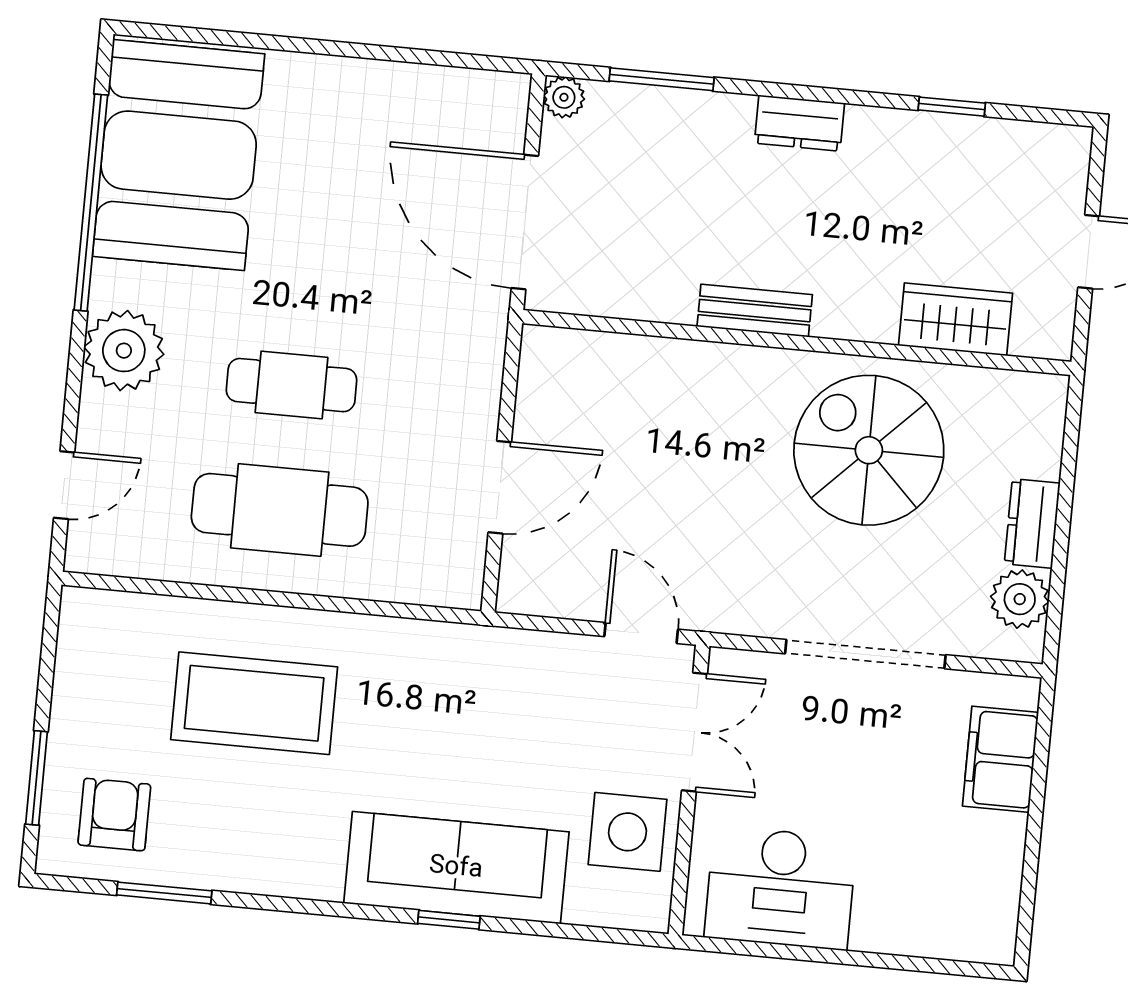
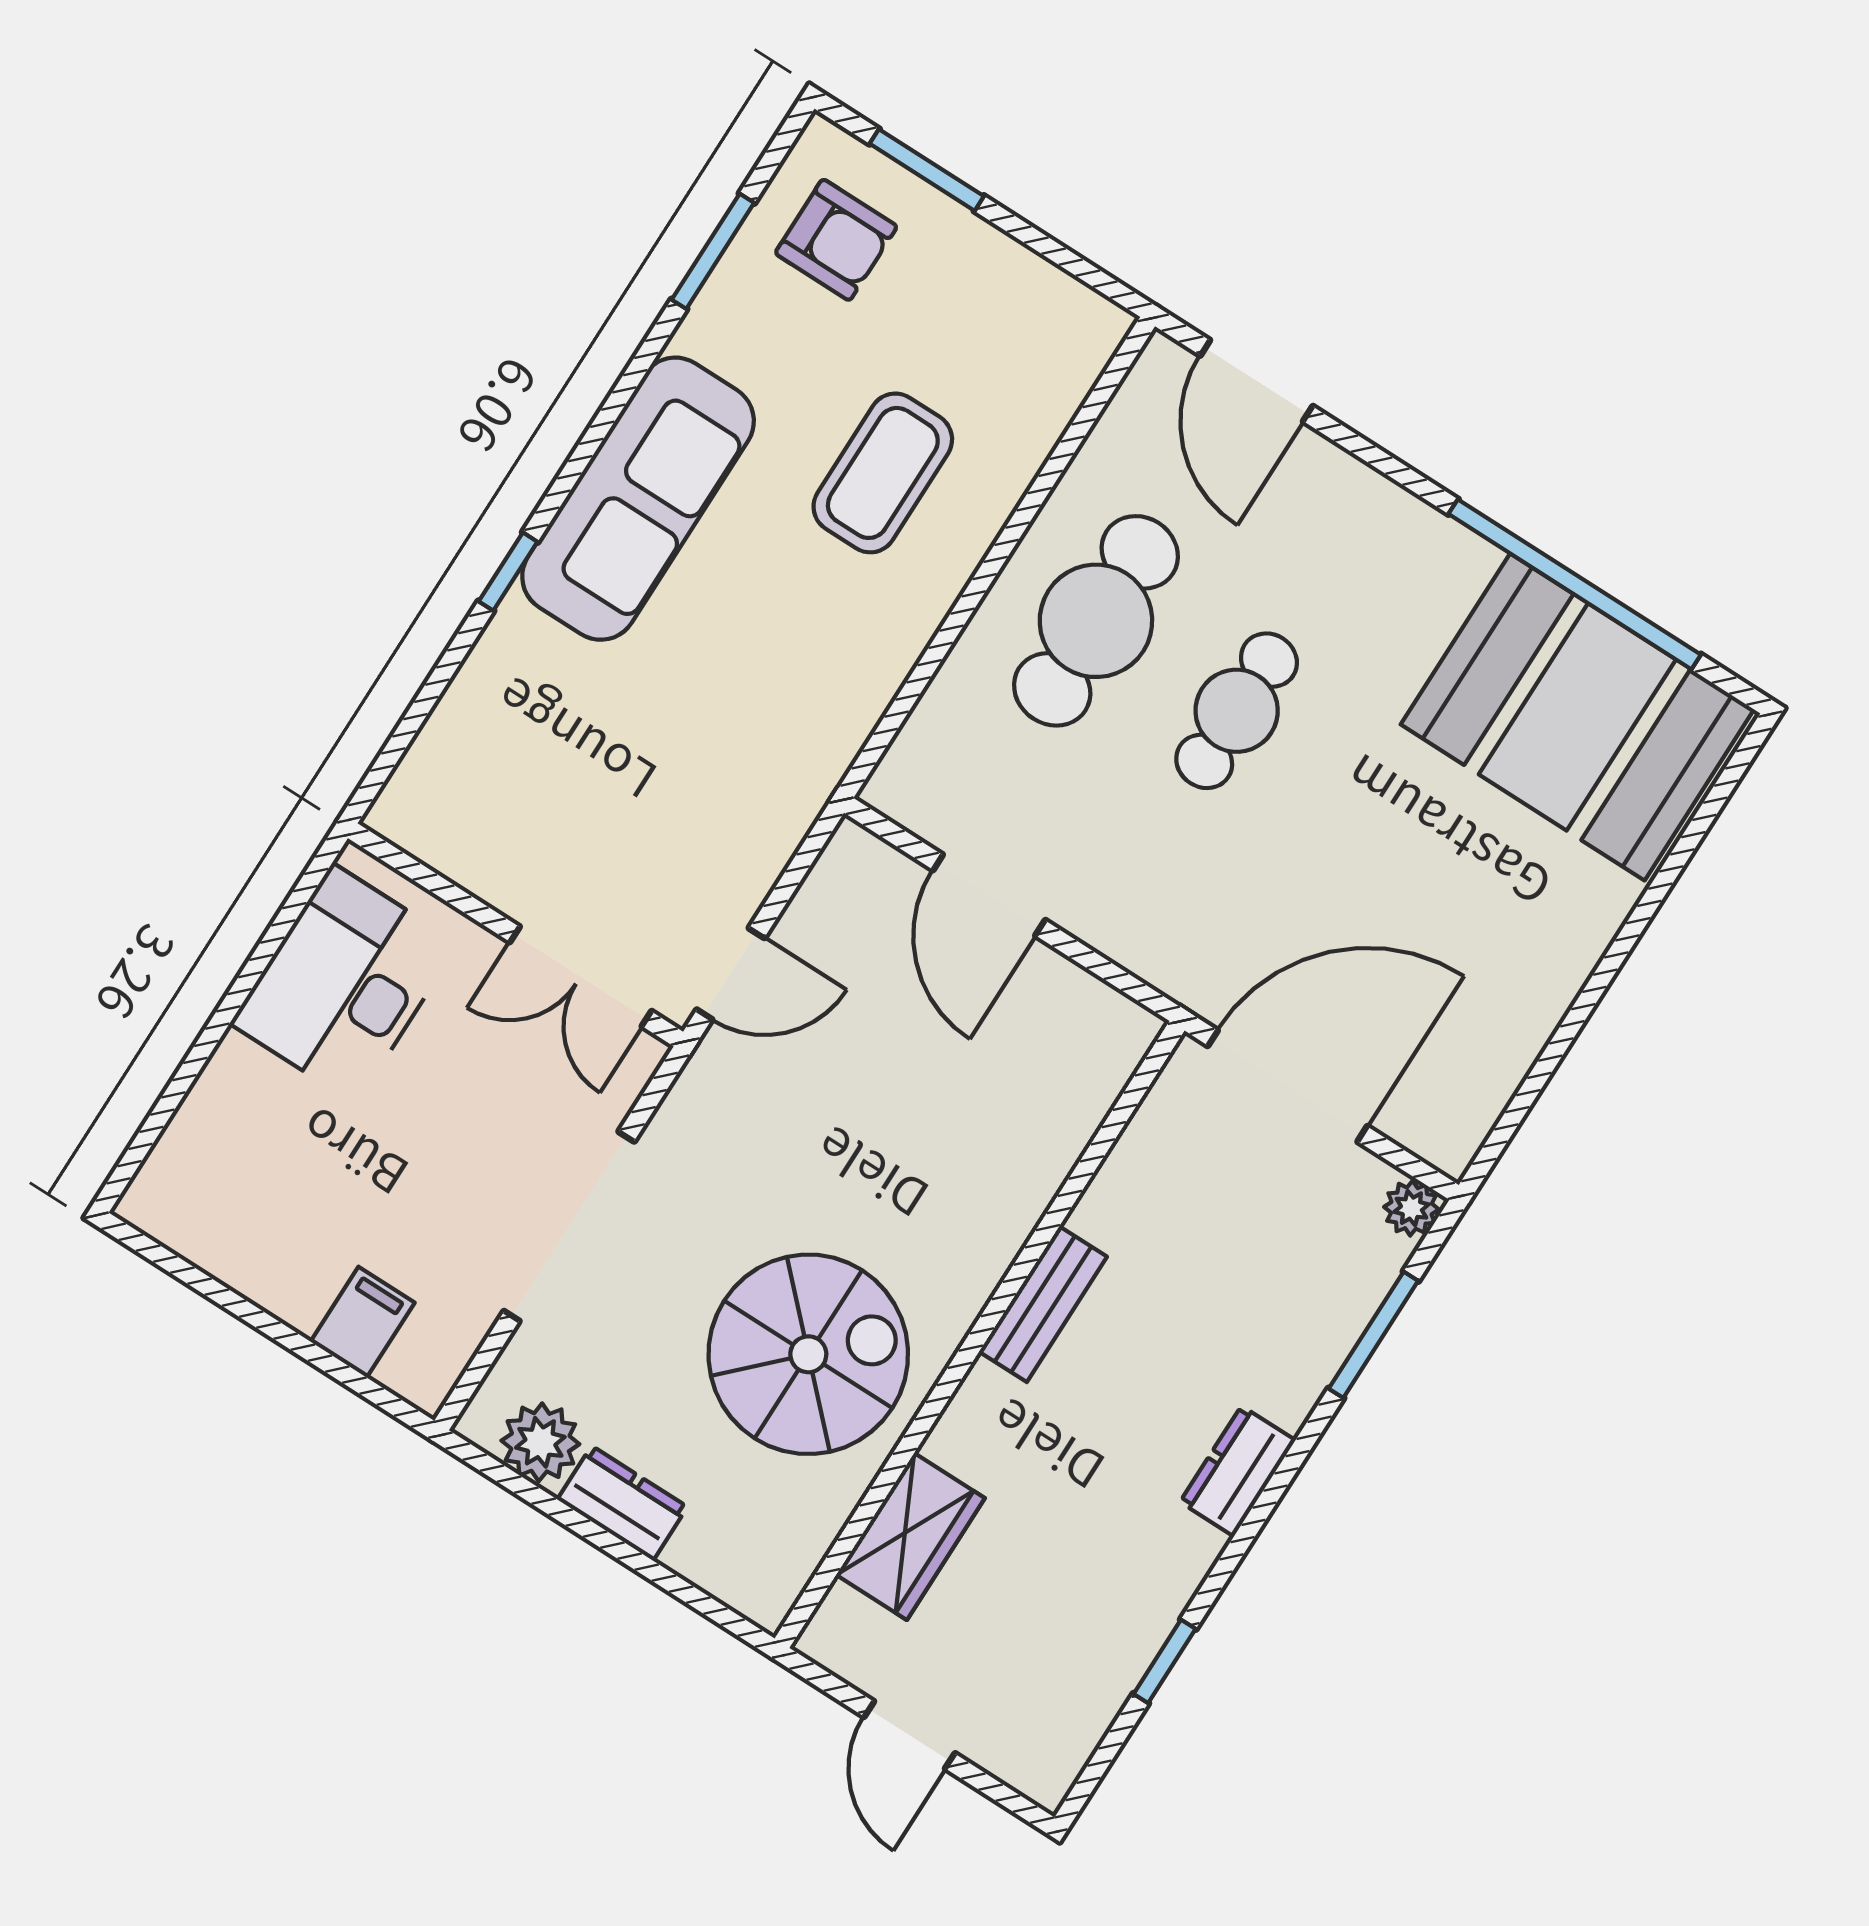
plant: (124, 351) -> (1379, 533), removed
door: (64, 485) -> (1256, 381), width x1.38
coffee table: (254, 703) -> (883, 473), width x0.73, depth x0.76
filing cabinet: (1000, 759) -> (363, 1322), width x0.50
side table: (627, 832) -> (503, 837), removed
sofa: (456, 868) -> (638, 499), moved

